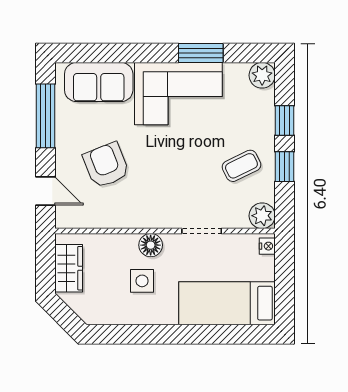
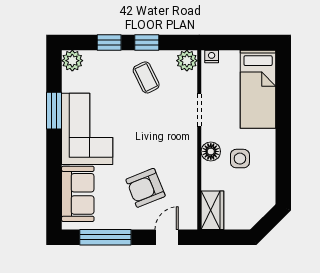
wardrobe: (69, 268) -> (212, 210), moved, turned 90

